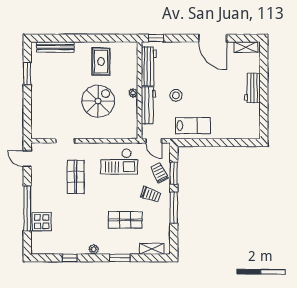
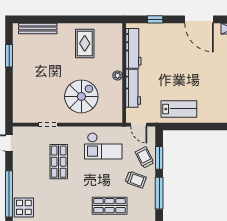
window: (156, 38) -> (155, 19), moved
stool: (176, 95) -> (161, 78), removed
spiral stairs: (98, 101) -> (81, 96), moved

